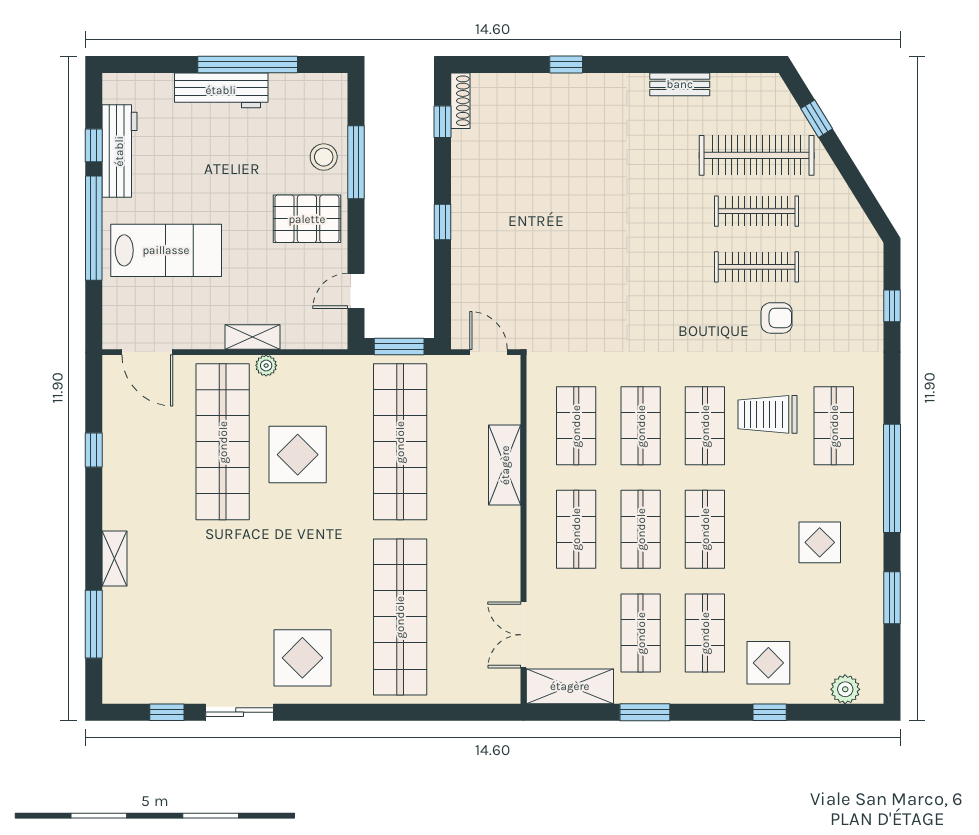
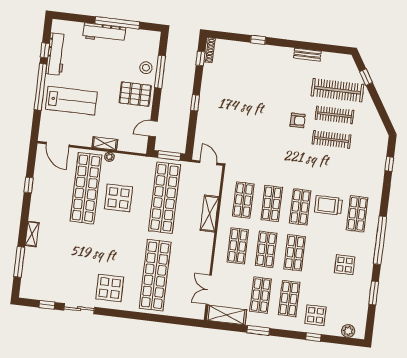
armchair: (777, 318) -> (298, 120), moved

